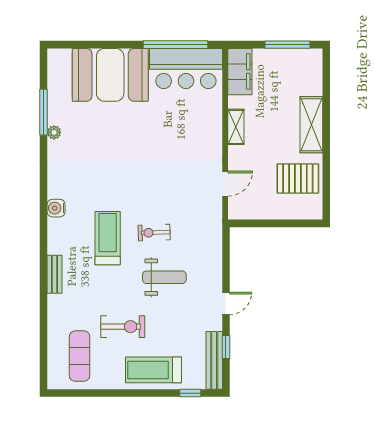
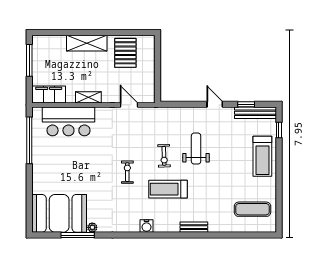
bar counter: (186, 68) -> (68, 121), moved, turned 90
booth: (110, 75) -> (59, 213), moved, turned 90
exercise bike: (123, 327) -> (127, 172), moved, width x0.73, depth x0.72

